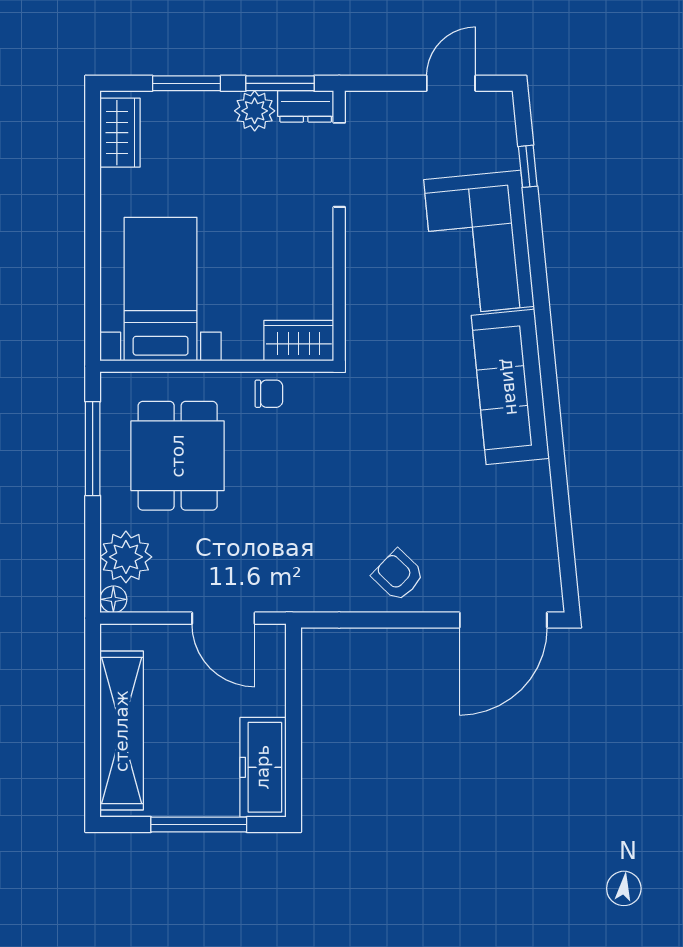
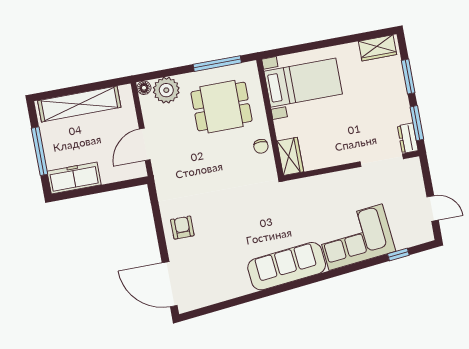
plant: (255, 111) -> (401, 113), removed
armchair: (398, 575) -> (182, 228), turned -44

